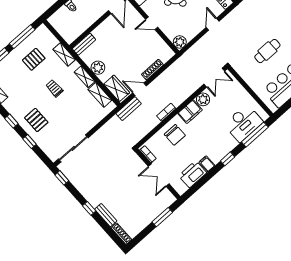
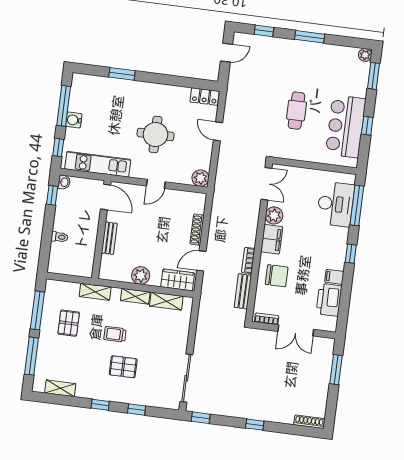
bench: (84, 44) -> (109, 238), moved
bench: (129, 109) -> (243, 291), moved
pallet: (36, 120) -> (123, 367), moved
bench: (106, 215) -> (277, 417), removed

